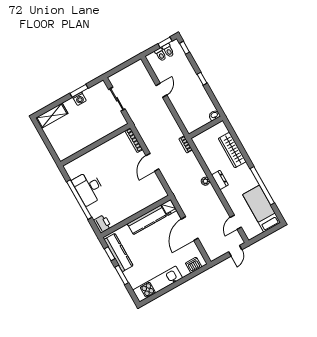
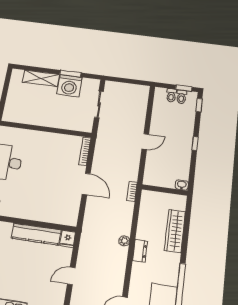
door: (161, 90) -> (145, 142), moved
washing machine: (79, 99) -> (69, 86), width x1.89, depth x1.89
shelving: (52, 116) -> (41, 78), moved
door: (152, 162) -> (86, 184), swing flipped
door: (190, 229) -> (71, 276), width x0.53

